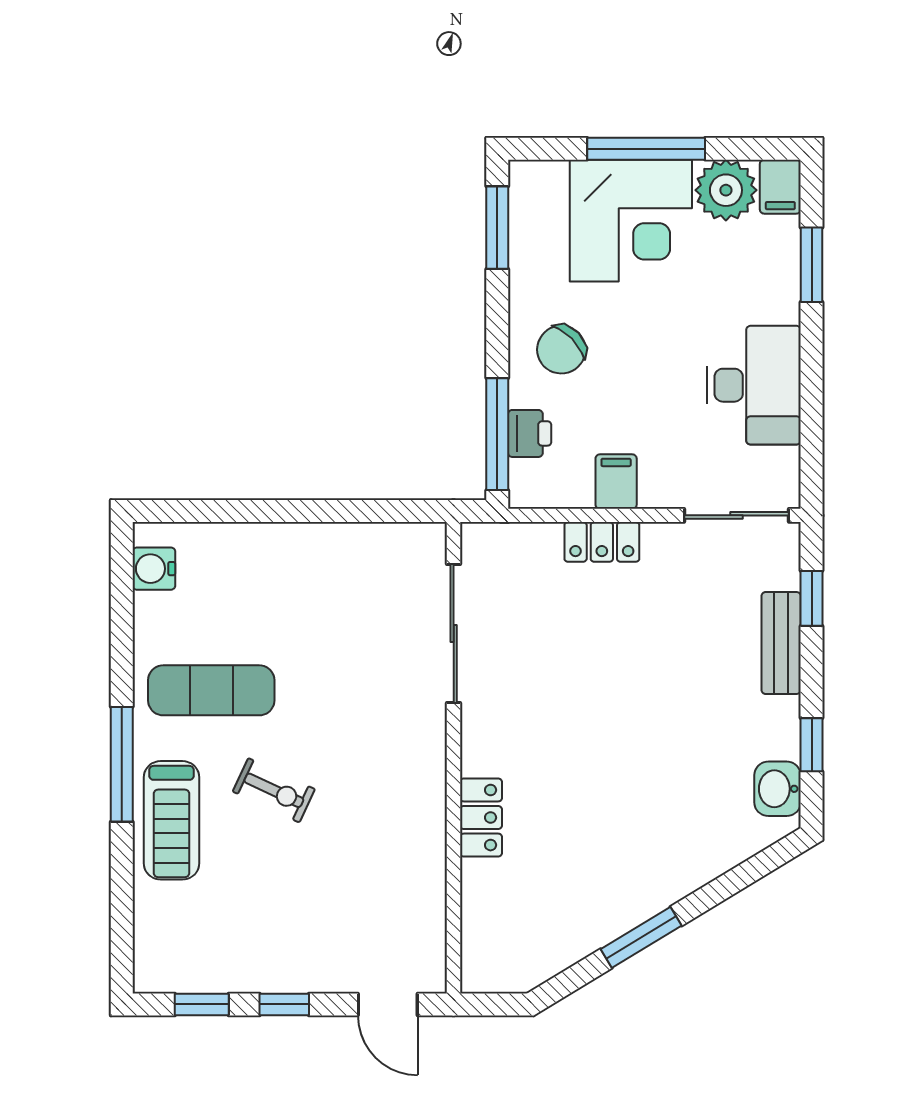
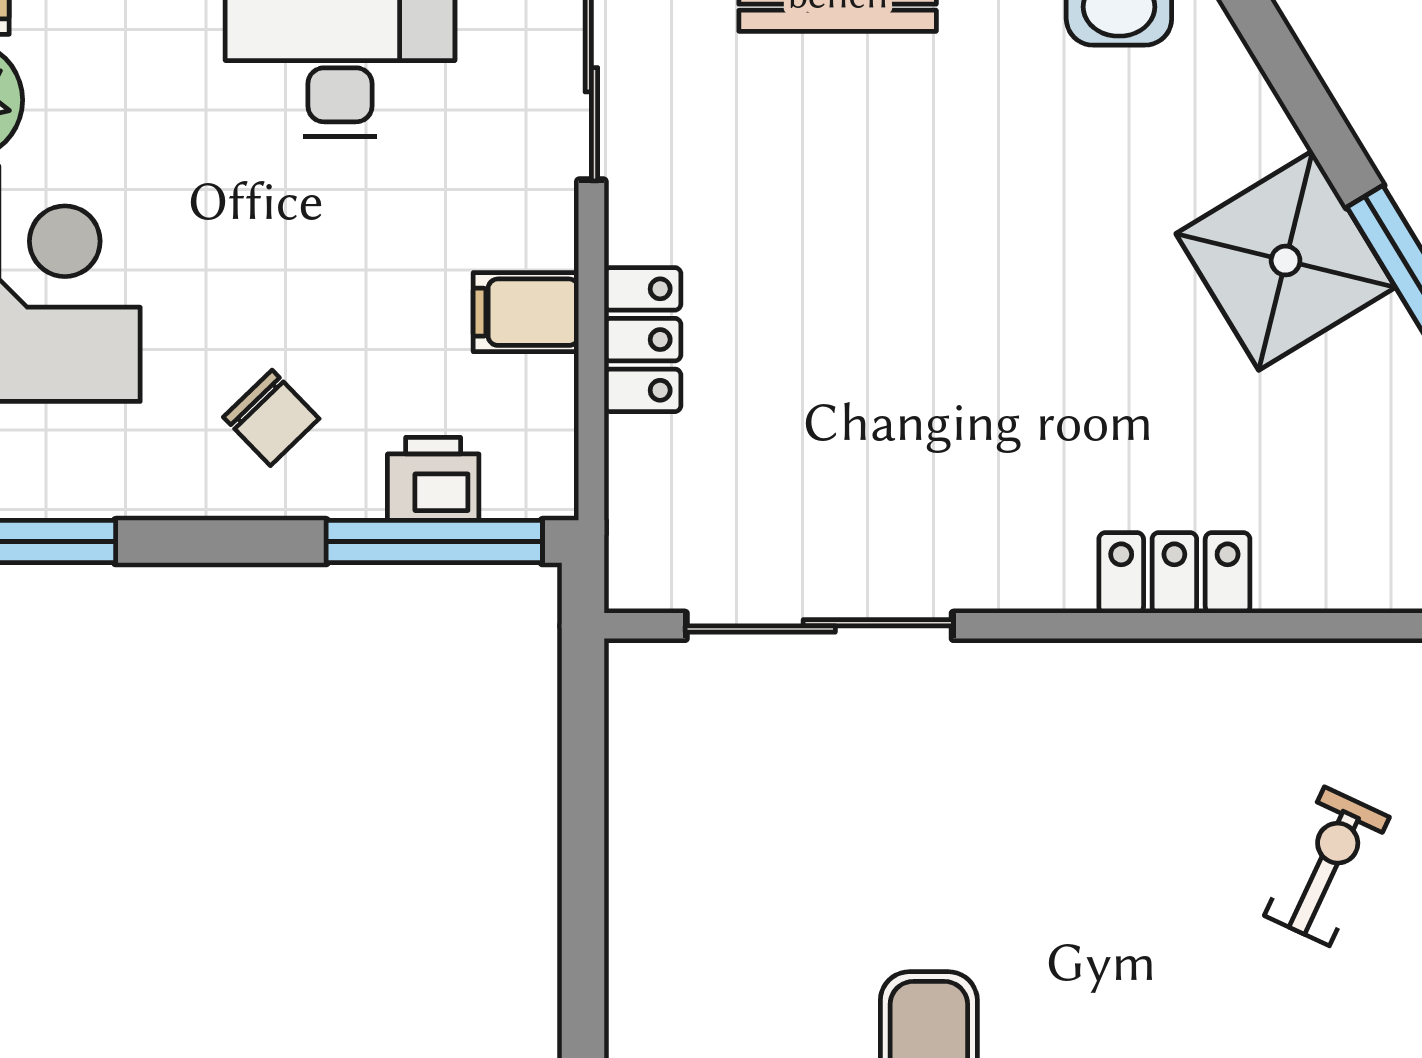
chair: (561, 350) -> (271, 418), width x0.73, depth x0.73
exercise bike: (274, 790) -> (1327, 866), moved
shower: (643, 875) -> (1286, 261), added

